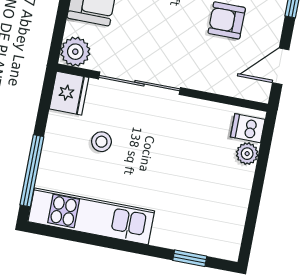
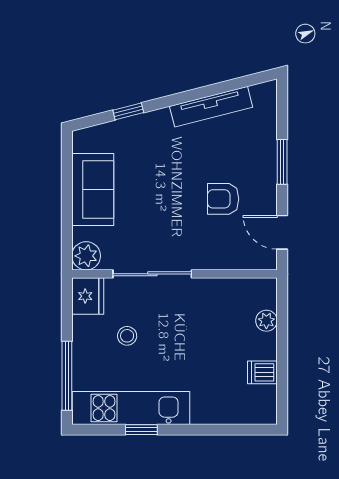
door: (281, 66) -> (282, 232), hinge flipped
dishwasher: (248, 128) -> (262, 372), moved
window: (190, 258) -> (141, 430), moved

